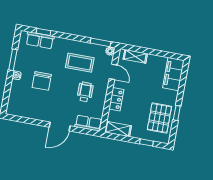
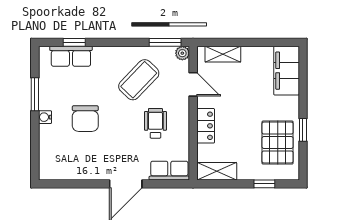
coffee table: (80, 63) -> (139, 80), turned -46

